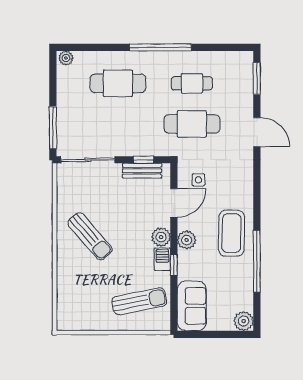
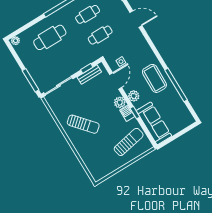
cafe table: (192, 124) -> (100, 35), width x0.73, depth x0.74
sofa: (192, 306) -> (154, 123), width x1.36
plant: (244, 321) -> (188, 120), removed

